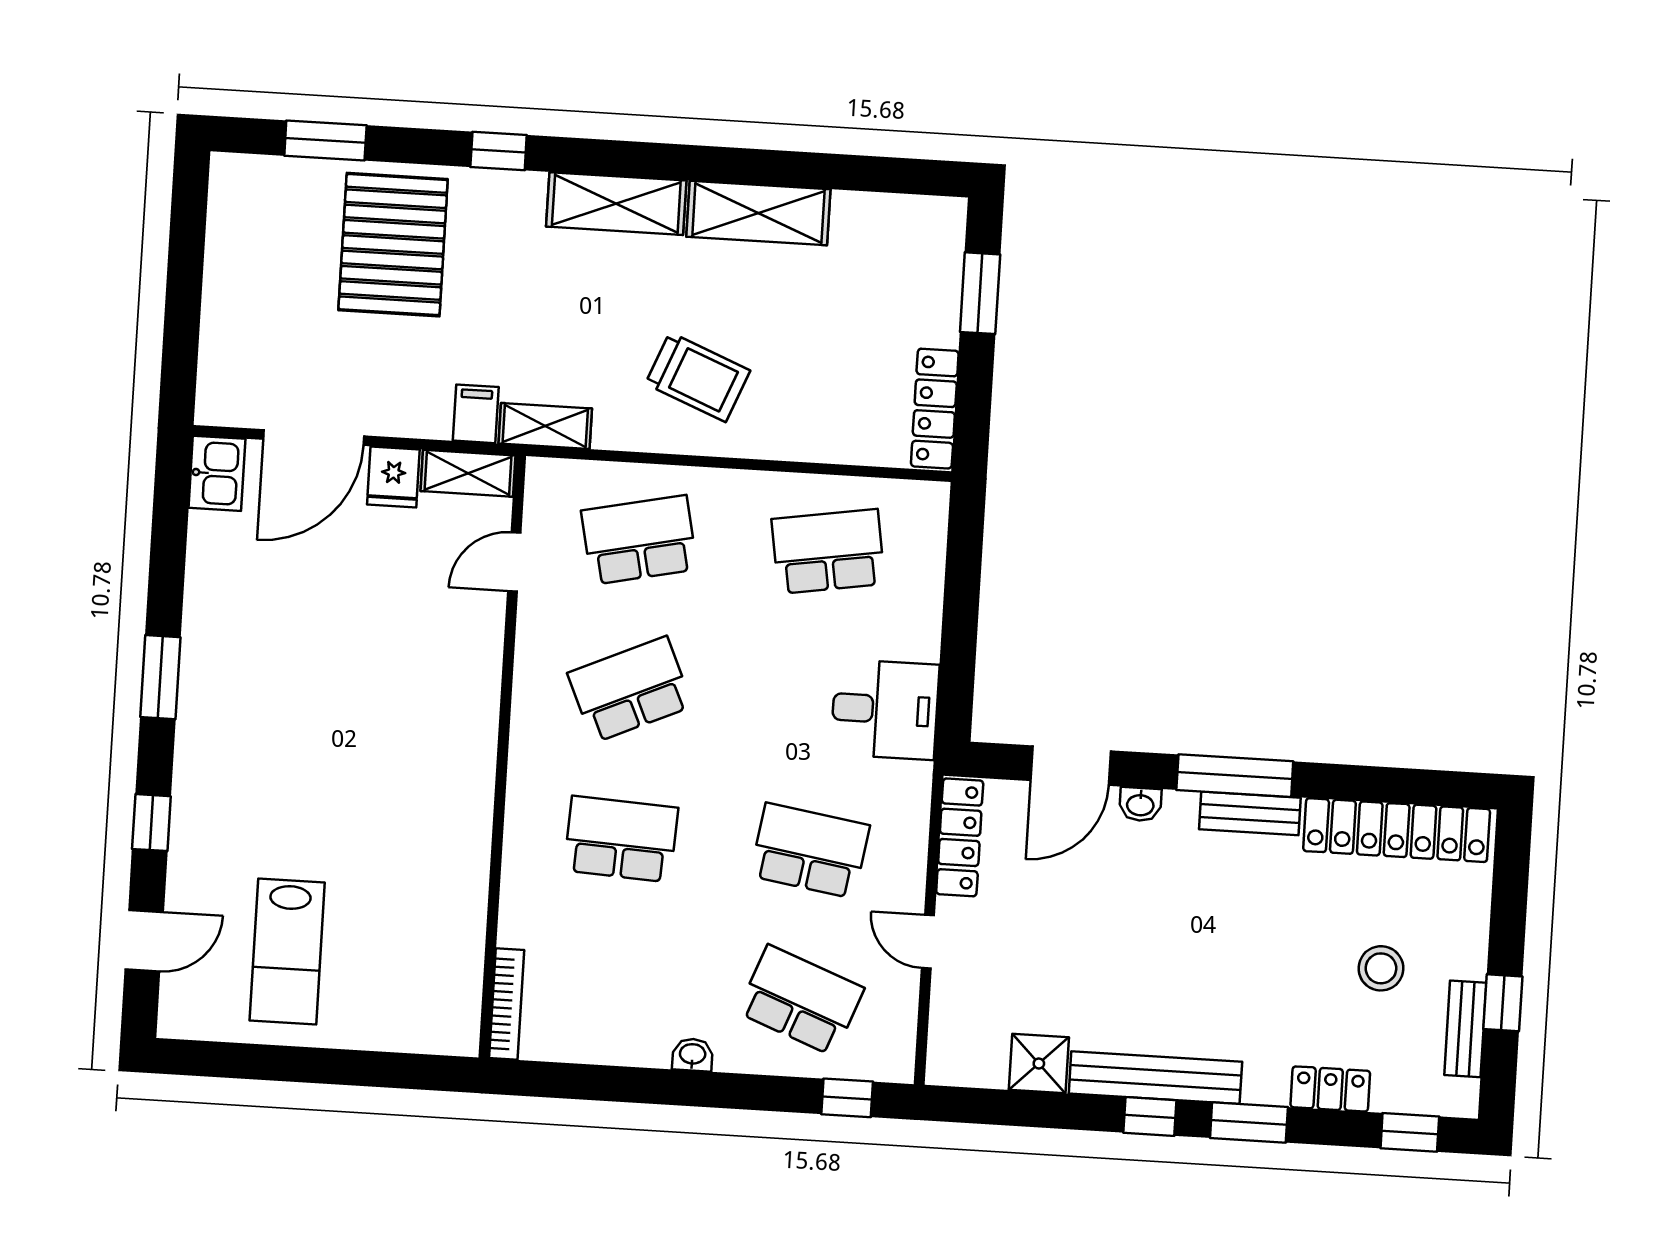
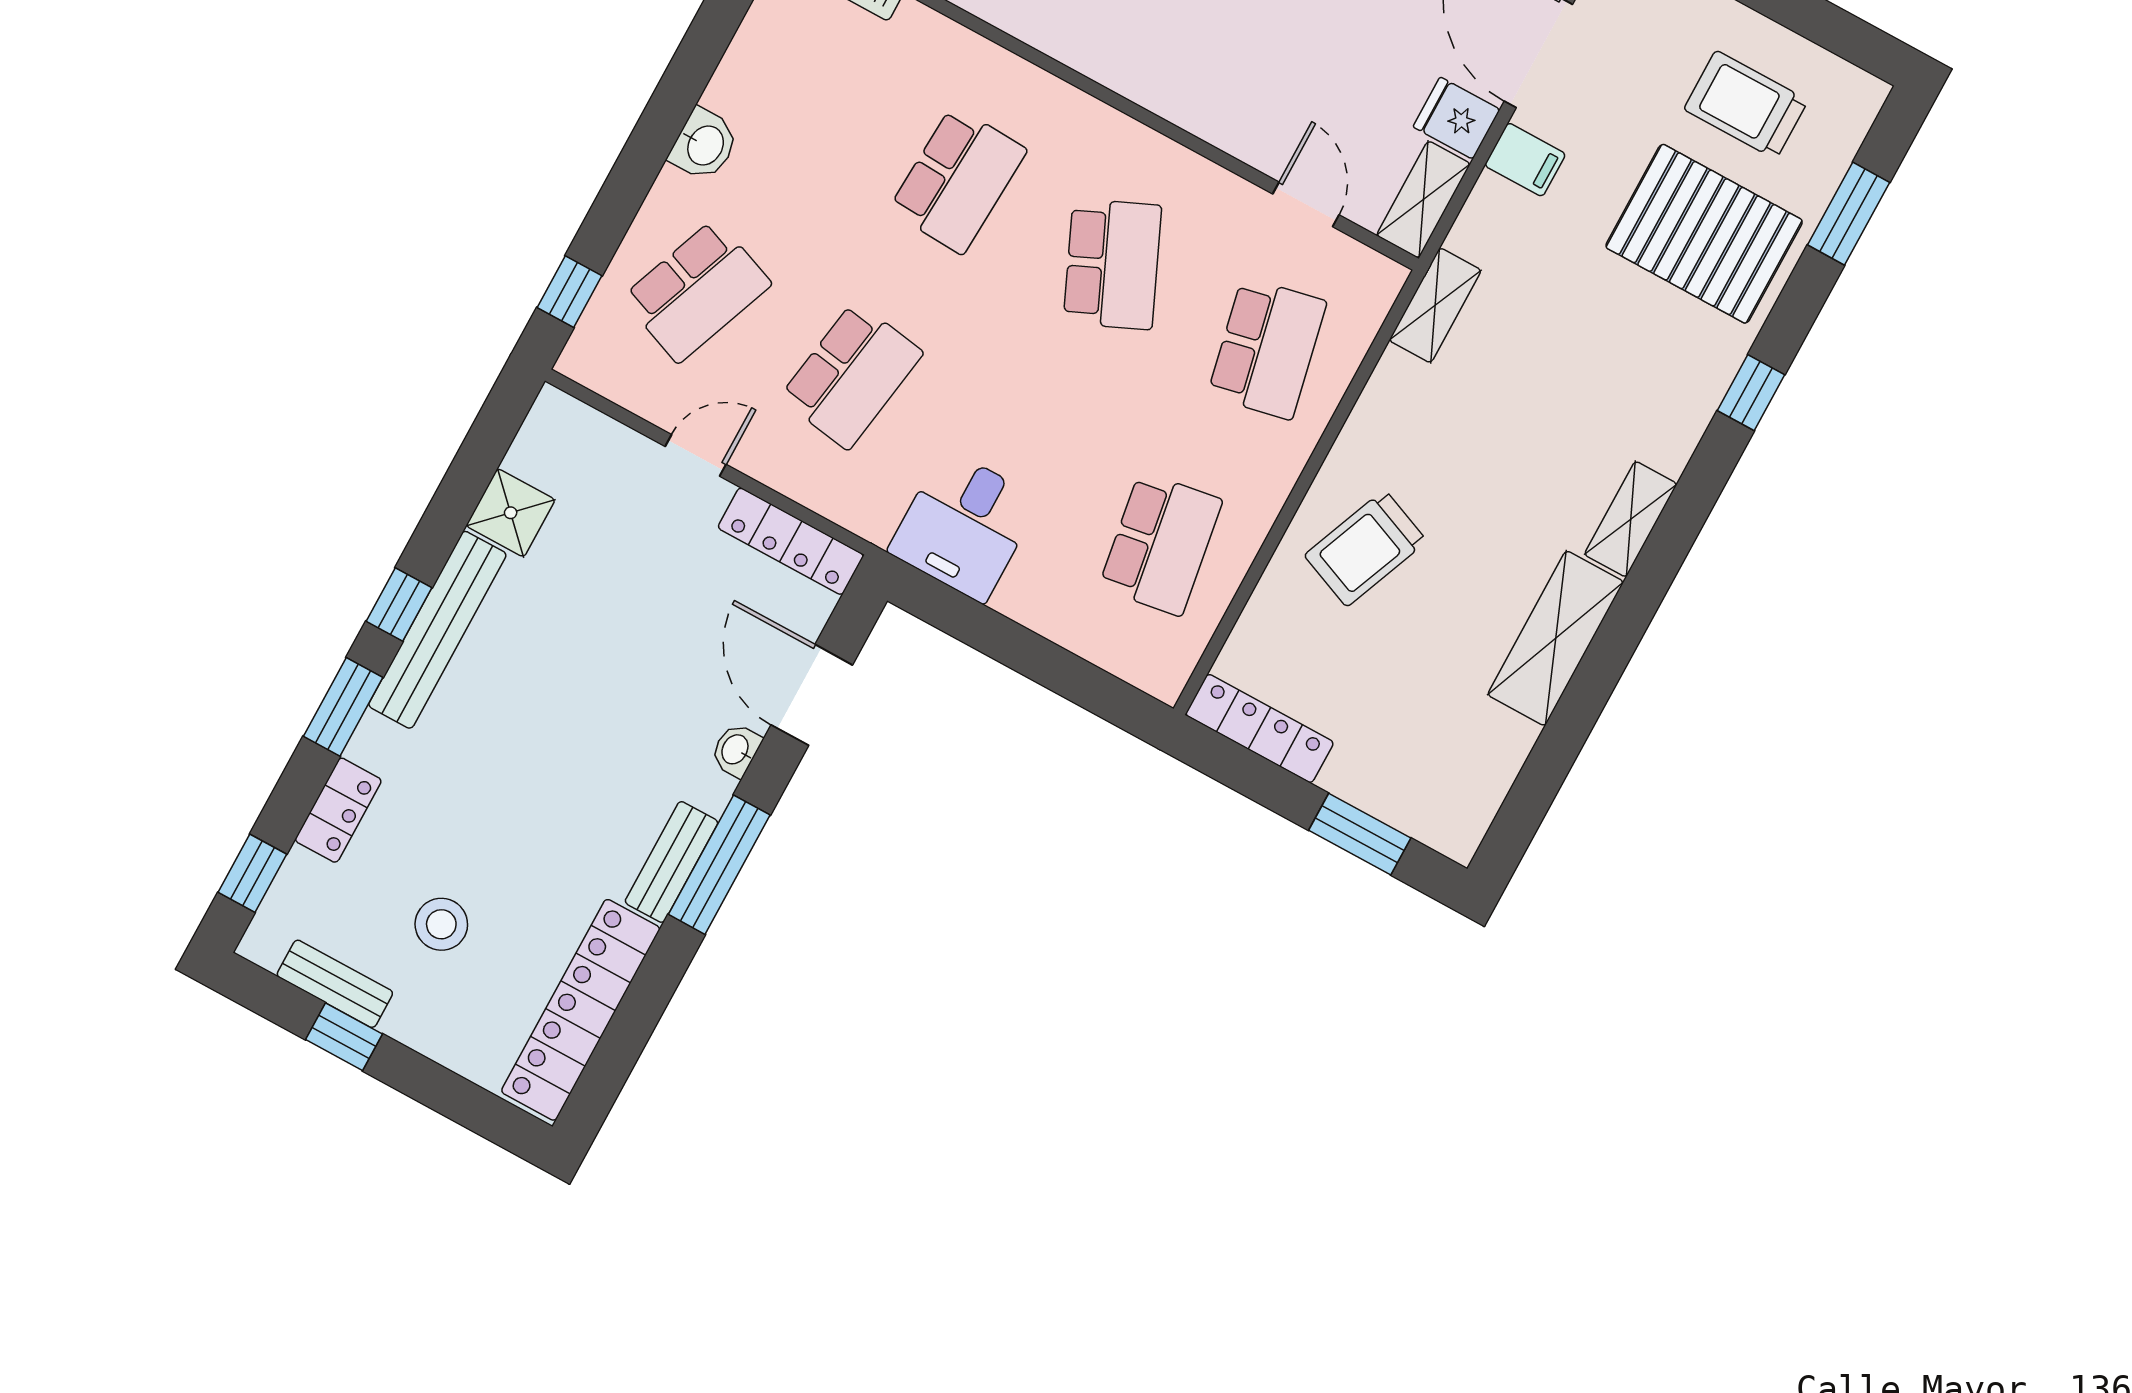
shelving: (616, 204) -> (1631, 519), width x0.67, depth x0.75
trolley: (279, 259) -> (1746, 105), added
trolley: (698, 377) -> (1366, 548), moved
filing cabinet: (476, 414) -> (1525, 160), moved
washbasin: (693, 1055) -> (704, 145), width x1.38, depth x1.45

